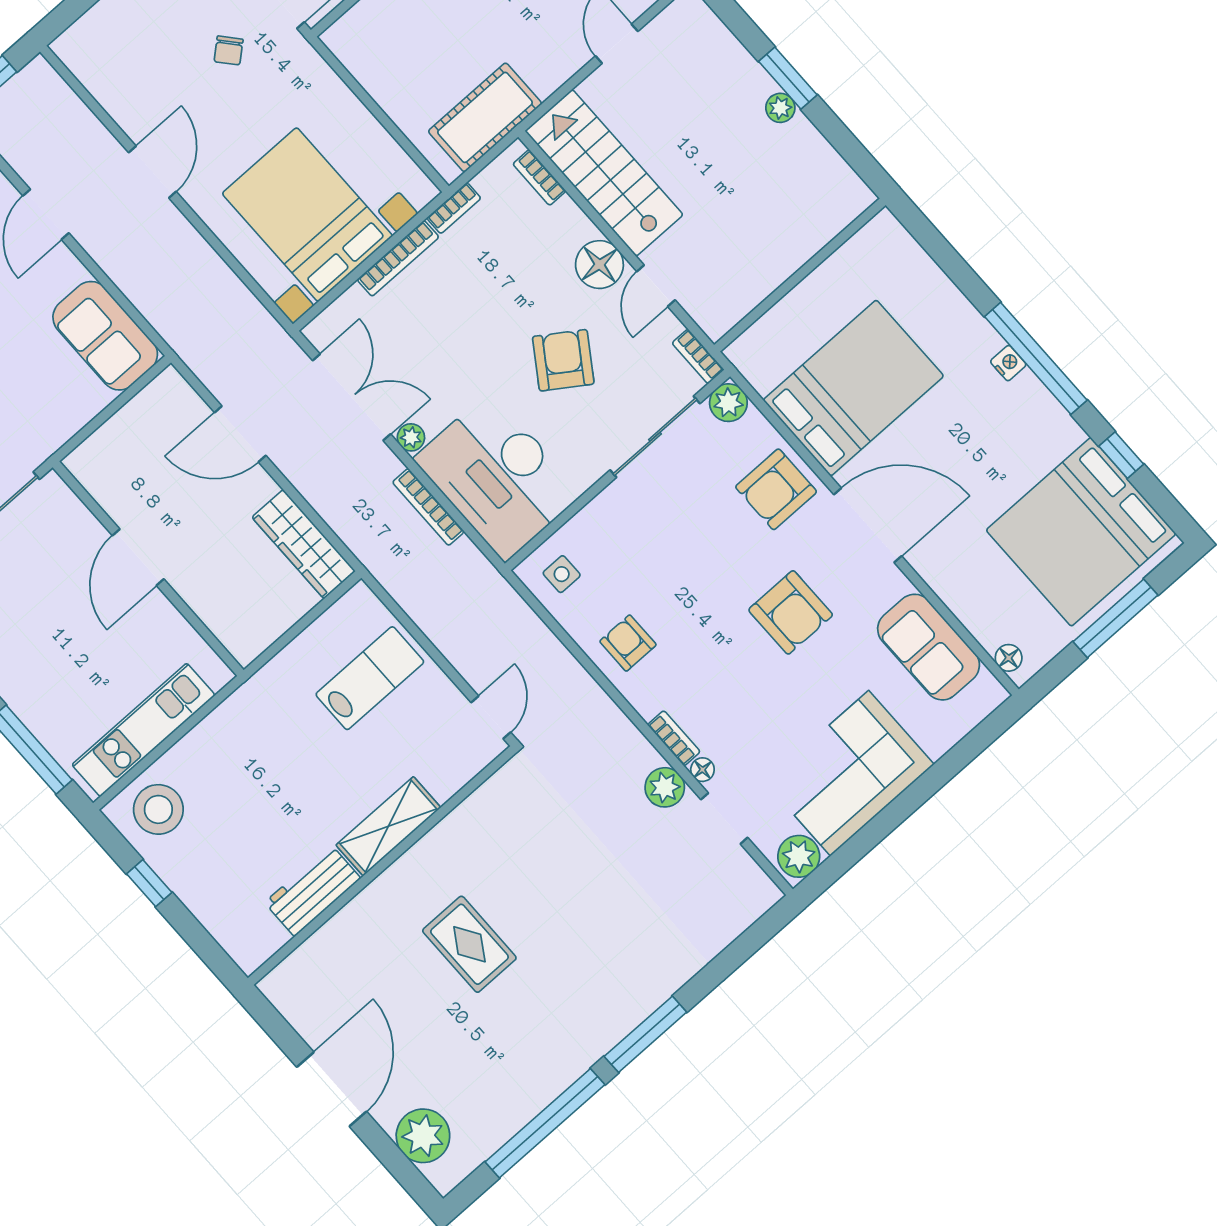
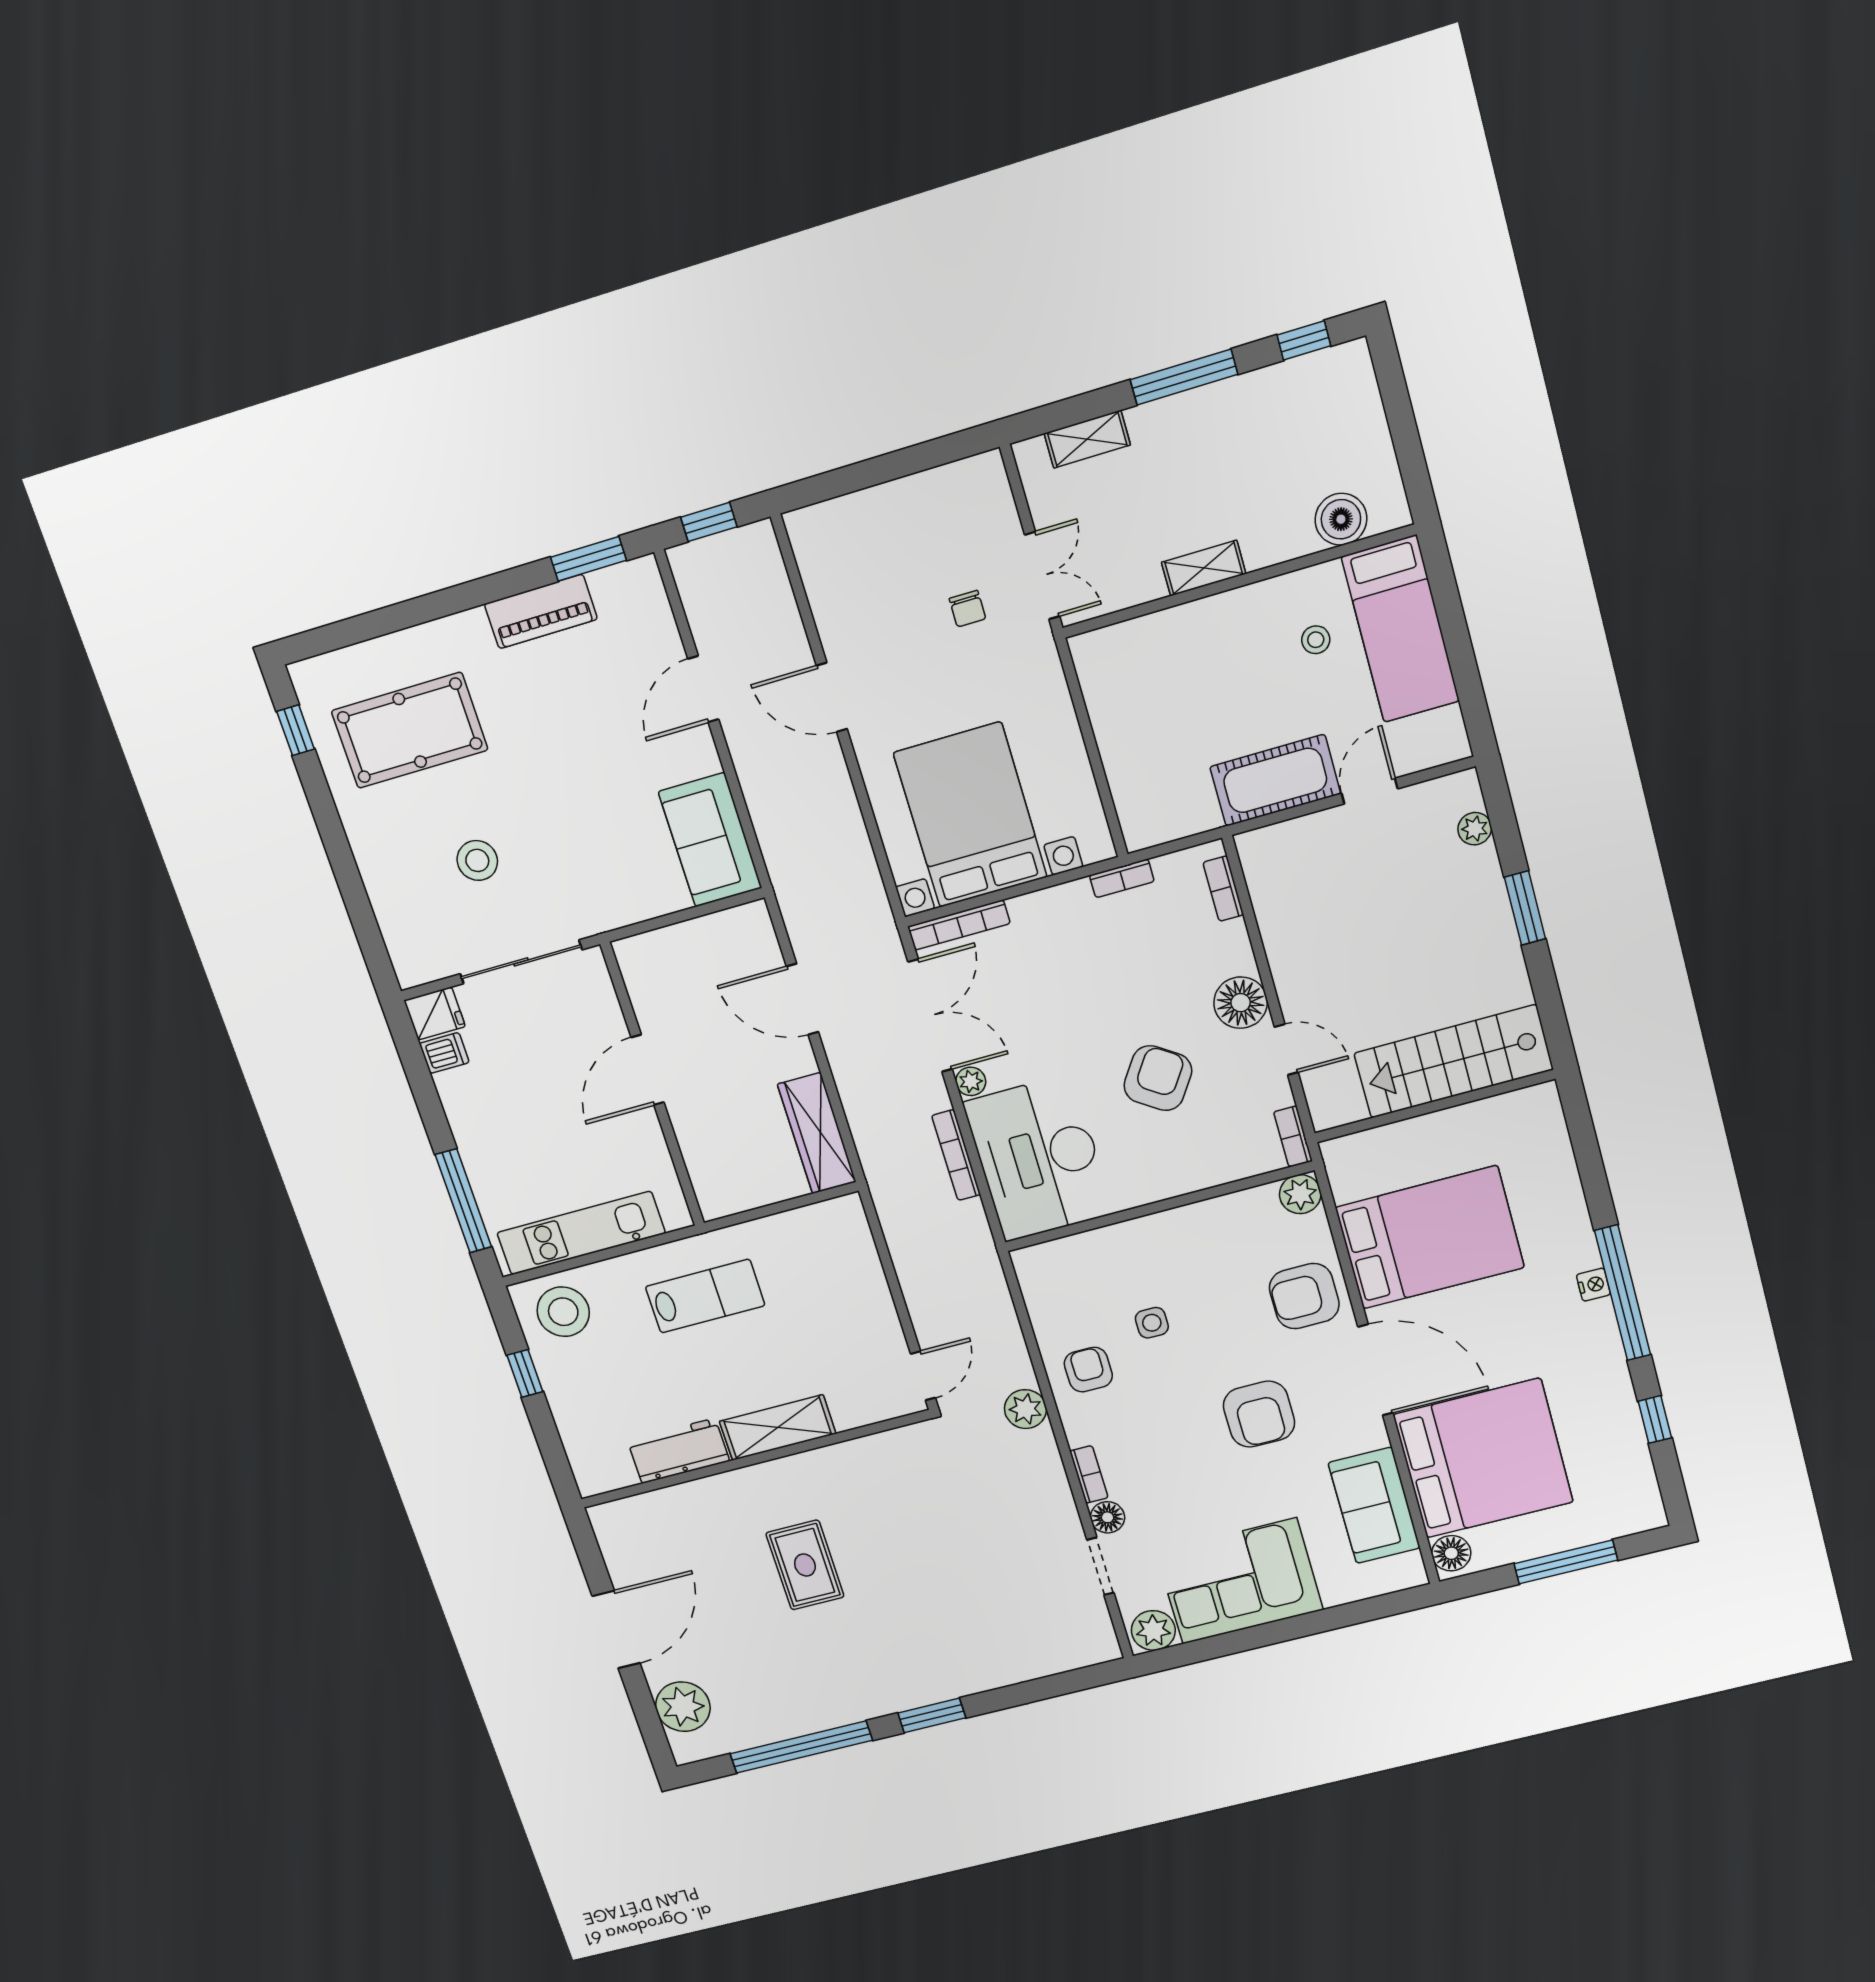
chair: (229, 50) -> (967, 609), turned -49
plant: (780, 108) -> (1475, 829), moved
cot: (485, 117) -> (1275, 780), moved
door: (152, 172) -> (832, 697), swing flipped
stairs: (604, 173) -> (1453, 1061), moved, turned -90
bookcase: (398, 258) -> (959, 925), moved
door: (656, 286) -> (1286, 1050), swing flipped
sliding door: (655, 437) -> (1212, 1193), removed
bed: (1081, 532) -> (1483, 1458), moved, turned 180
side table: (562, 574) -> (1152, 1323), moved
floor lamp: (1009, 658) -> (1451, 1553), width x1.37, depth x1.37
lab bench: (370, 678) -> (705, 1296), moved
floor lamp: (702, 770) -> (1108, 1517), width x1.37, depth x1.37
plant: (665, 787) -> (1025, 1409), moved
window: (645, 1034) -> (932, 1715), width x0.69

